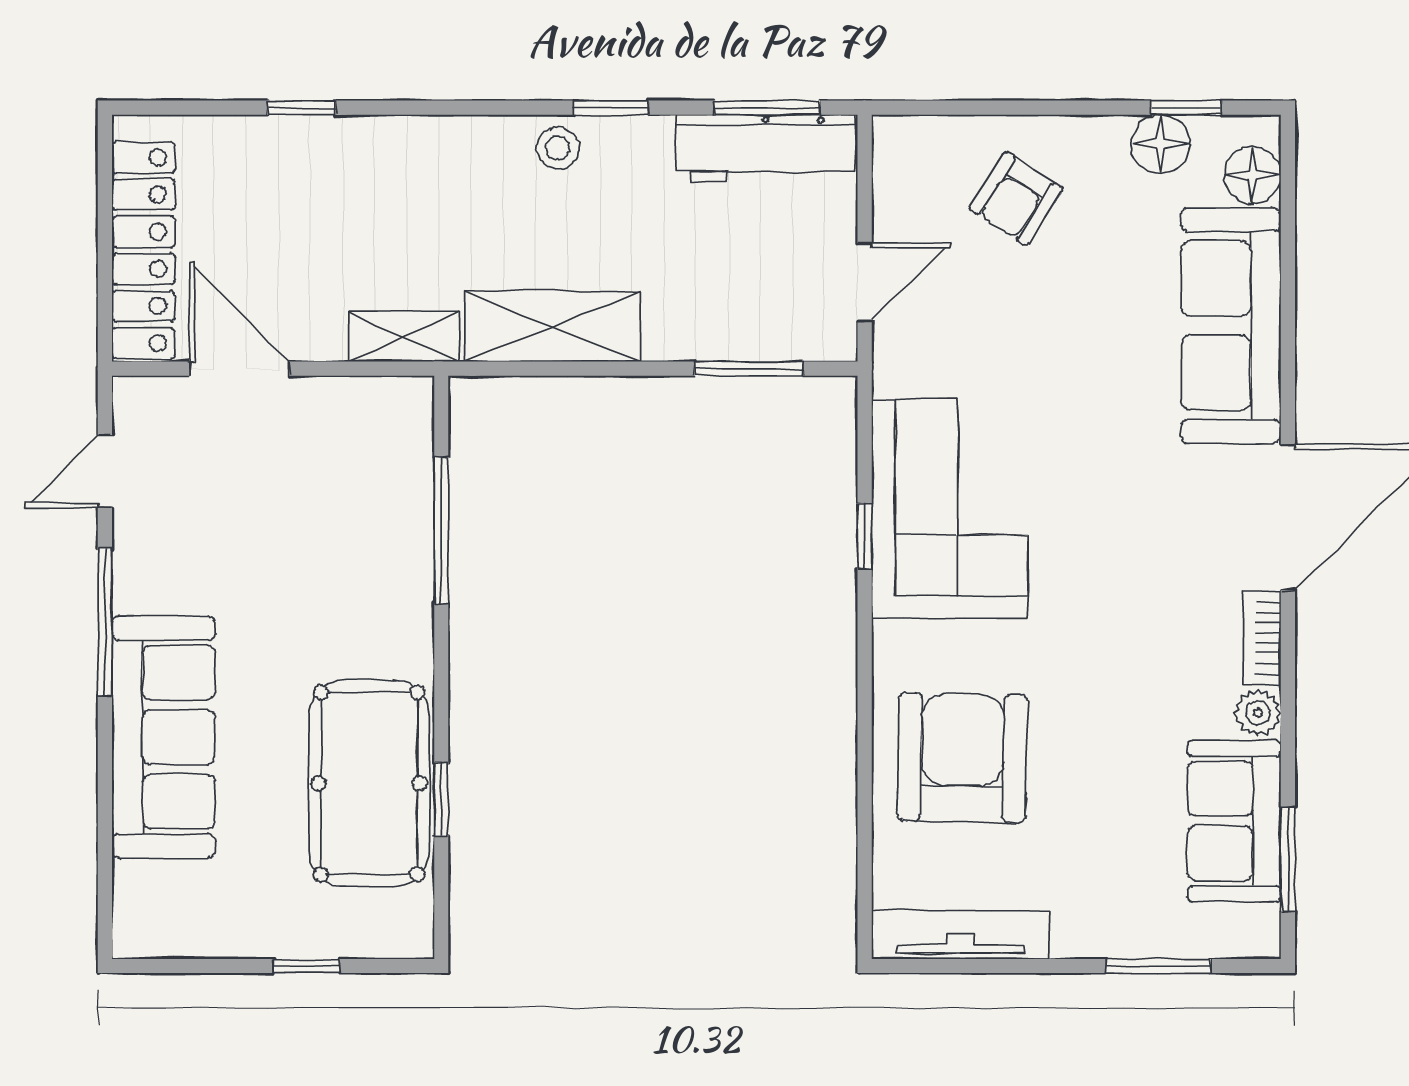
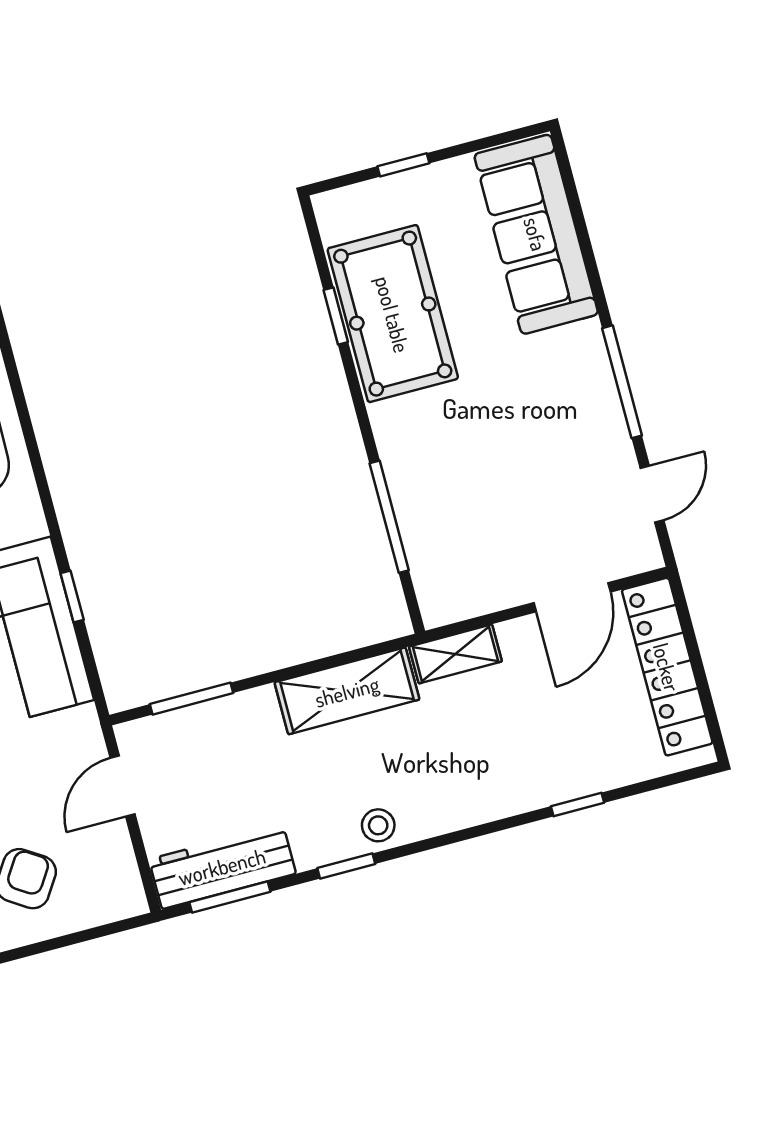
door: (239, 369) -> (572, 597), hinge flipped
sofa: (163, 737) -> (536, 234), moved

